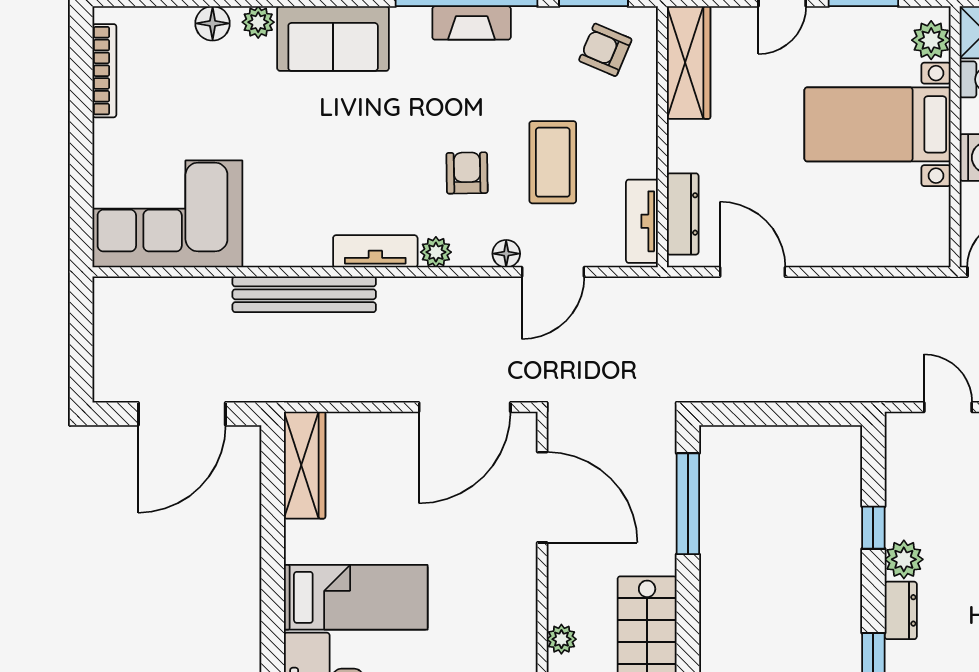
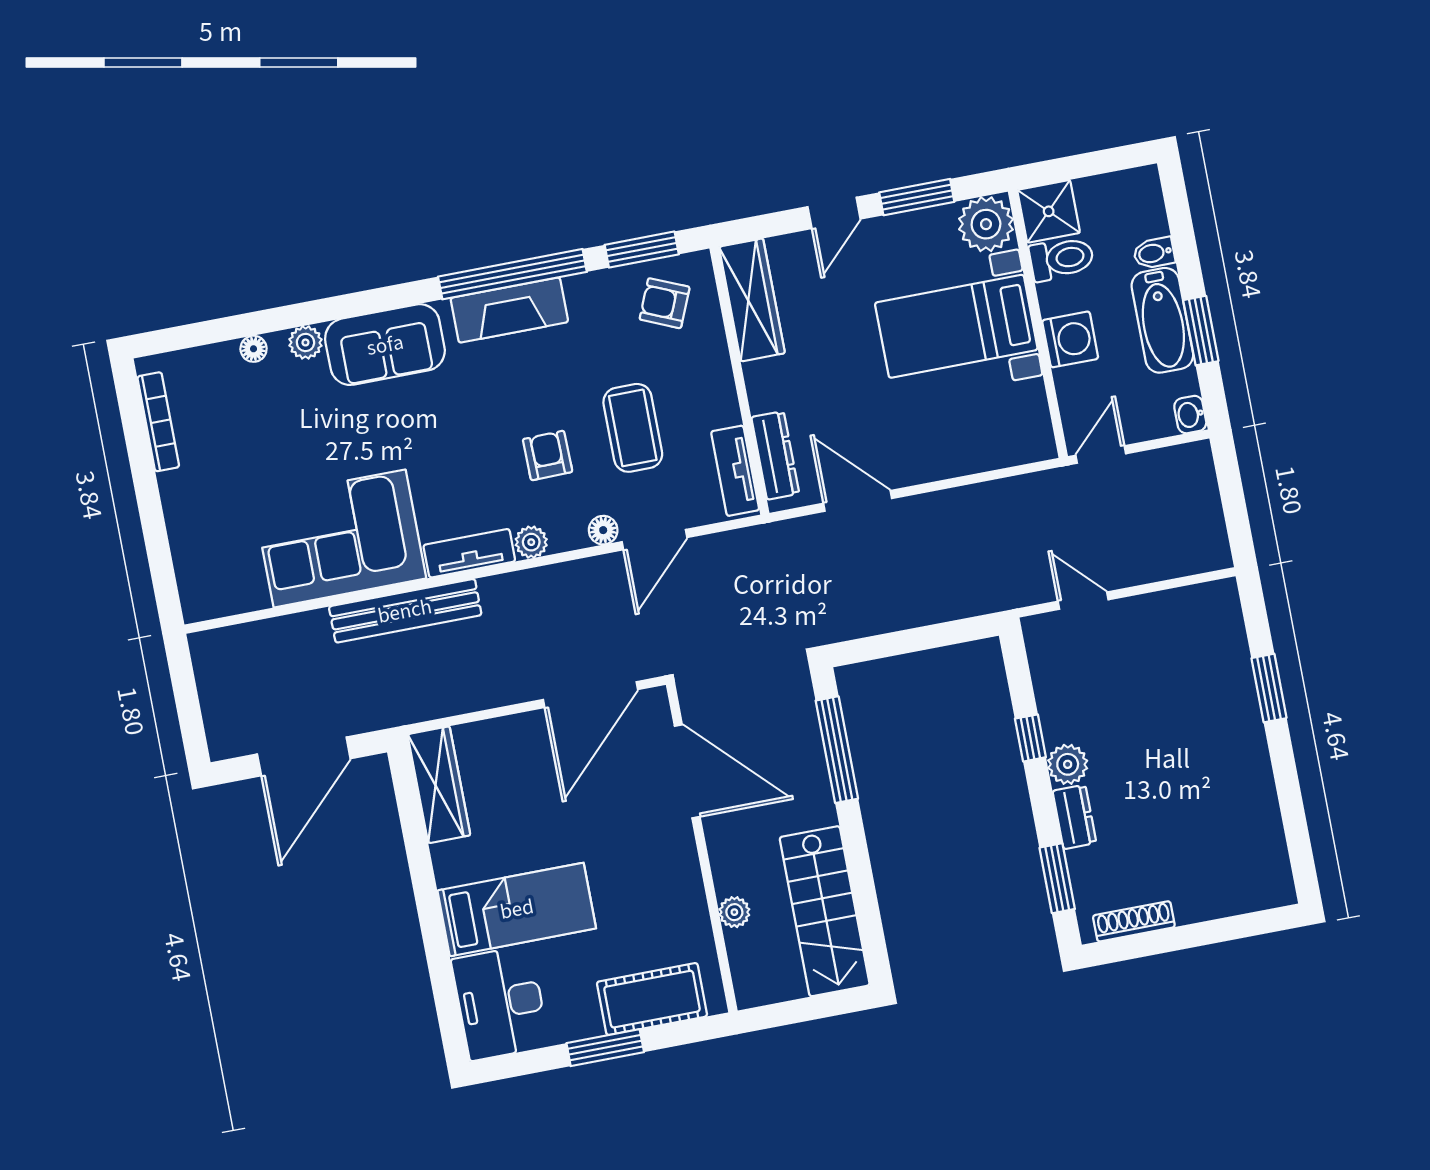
floor lamp: (213, 23) -> (254, 349), width x0.73, depth x0.73
fireplace: (472, 23) -> (509, 310), width x1.37, depth x1.32
plant: (931, 40) -> (986, 224), width x1.36, depth x1.36
corner sofa: (167, 214) -> (340, 538), moved

